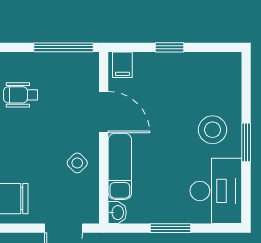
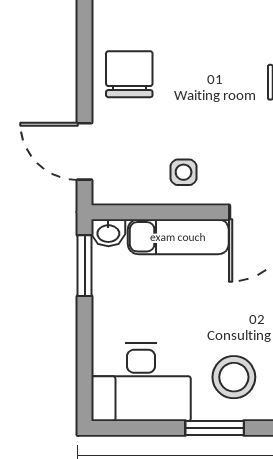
side table: (77, 163) -> (184, 172), turned 45
window: (170, 228) -> (85, 266), moved

